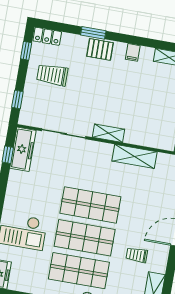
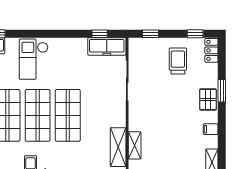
shelving: (109, 133) -> (135, 145), moved

